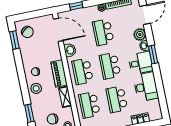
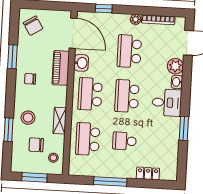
window: (14, 40) -> (12, 57), moved
window: (153, 55) -> (184, 128), moved
piano: (59, 74) -> (61, 68), moved
desk: (146, 87) -> (166, 135), removed
stool: (36, 88) -> (28, 118), moved
school desk: (117, 99) -> (125, 141), width x0.54

